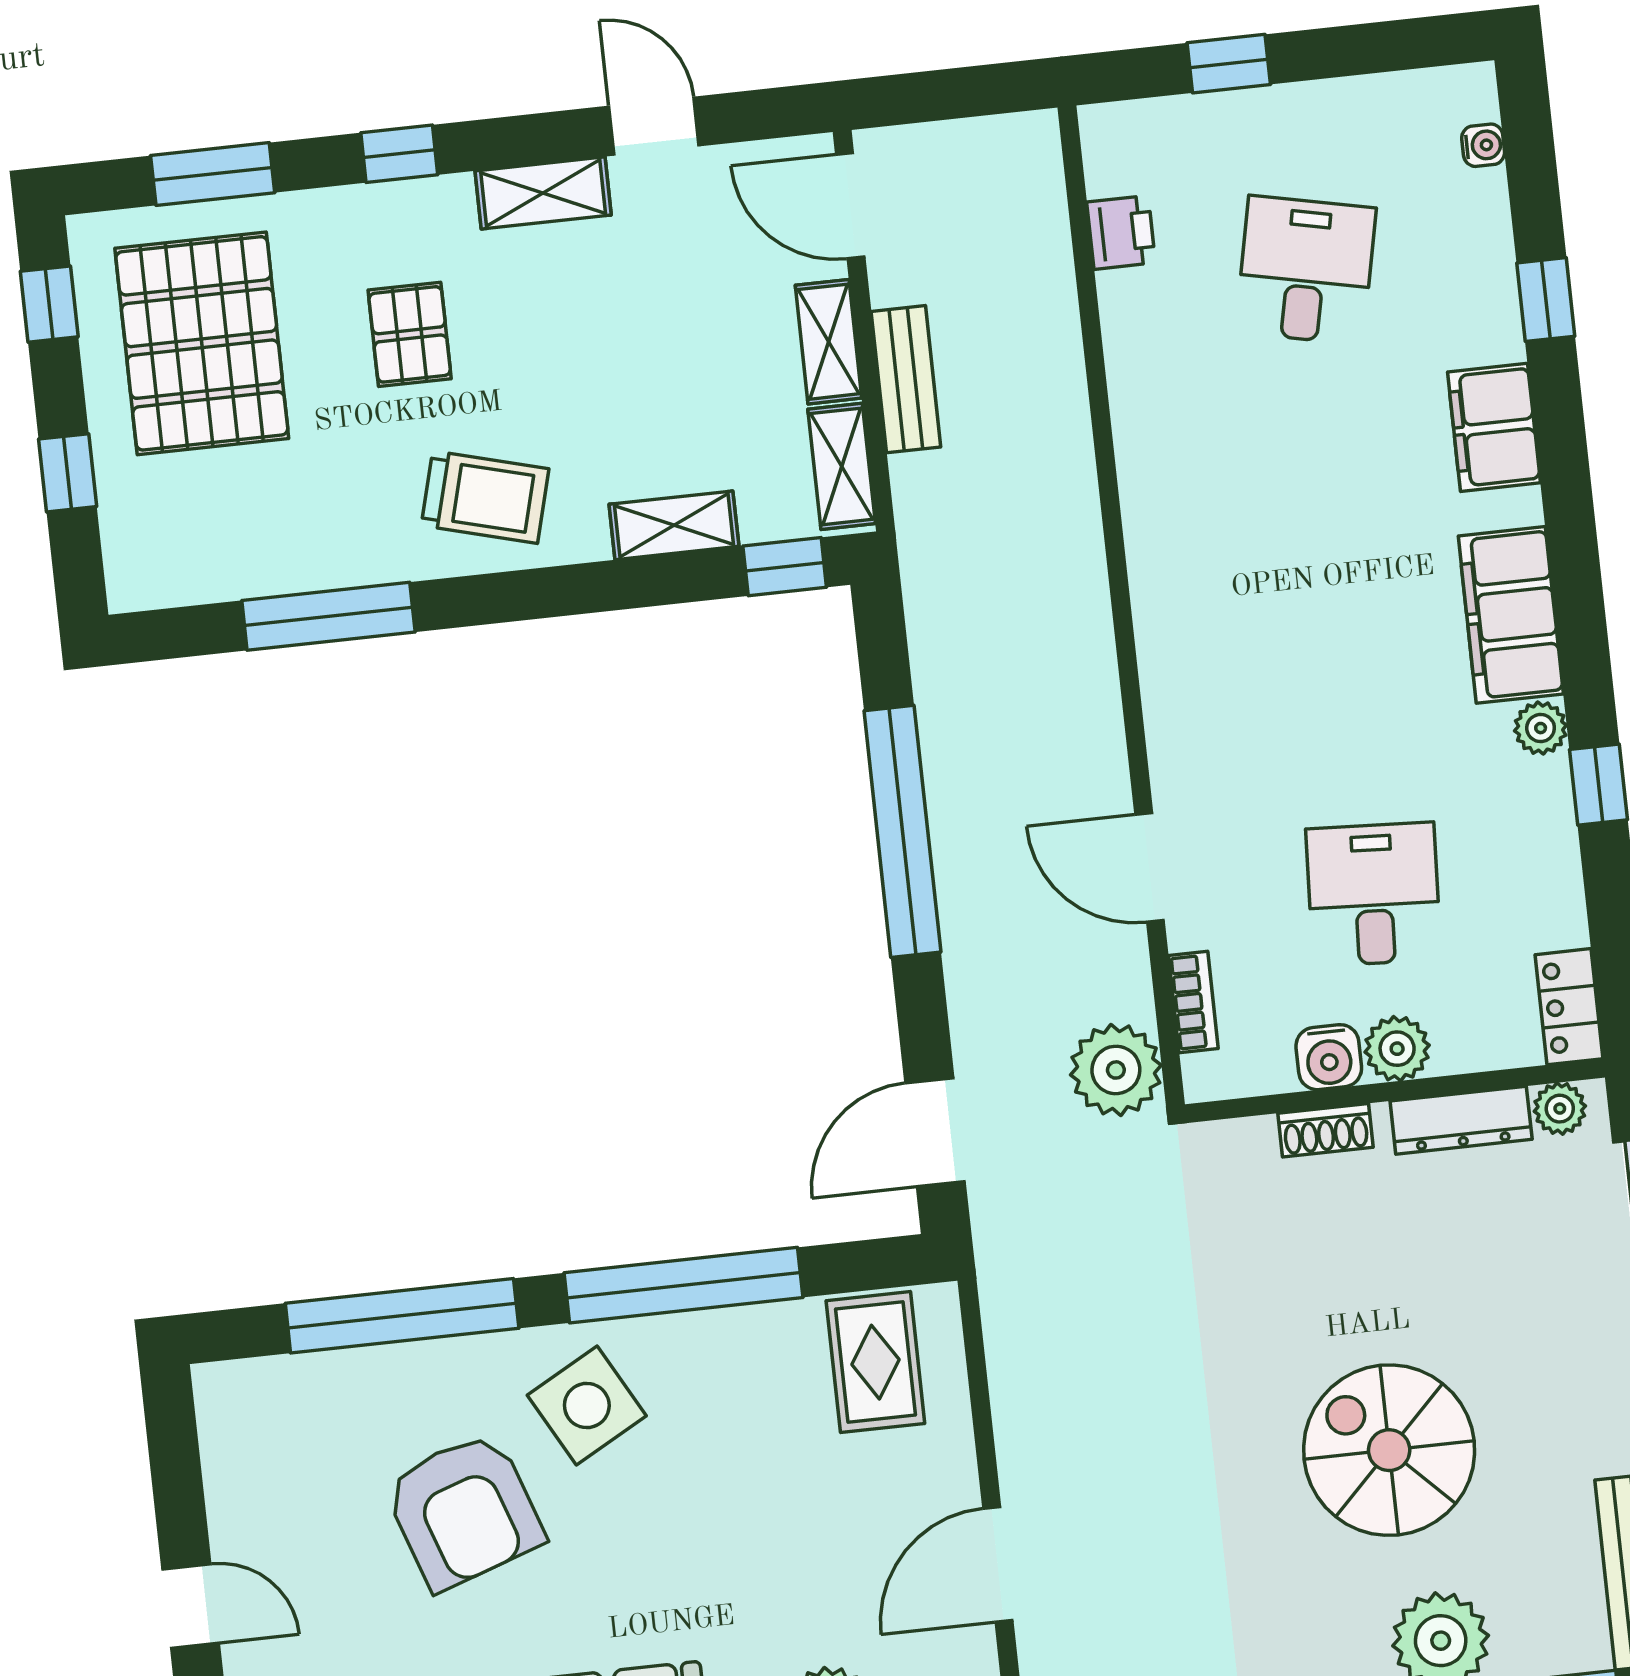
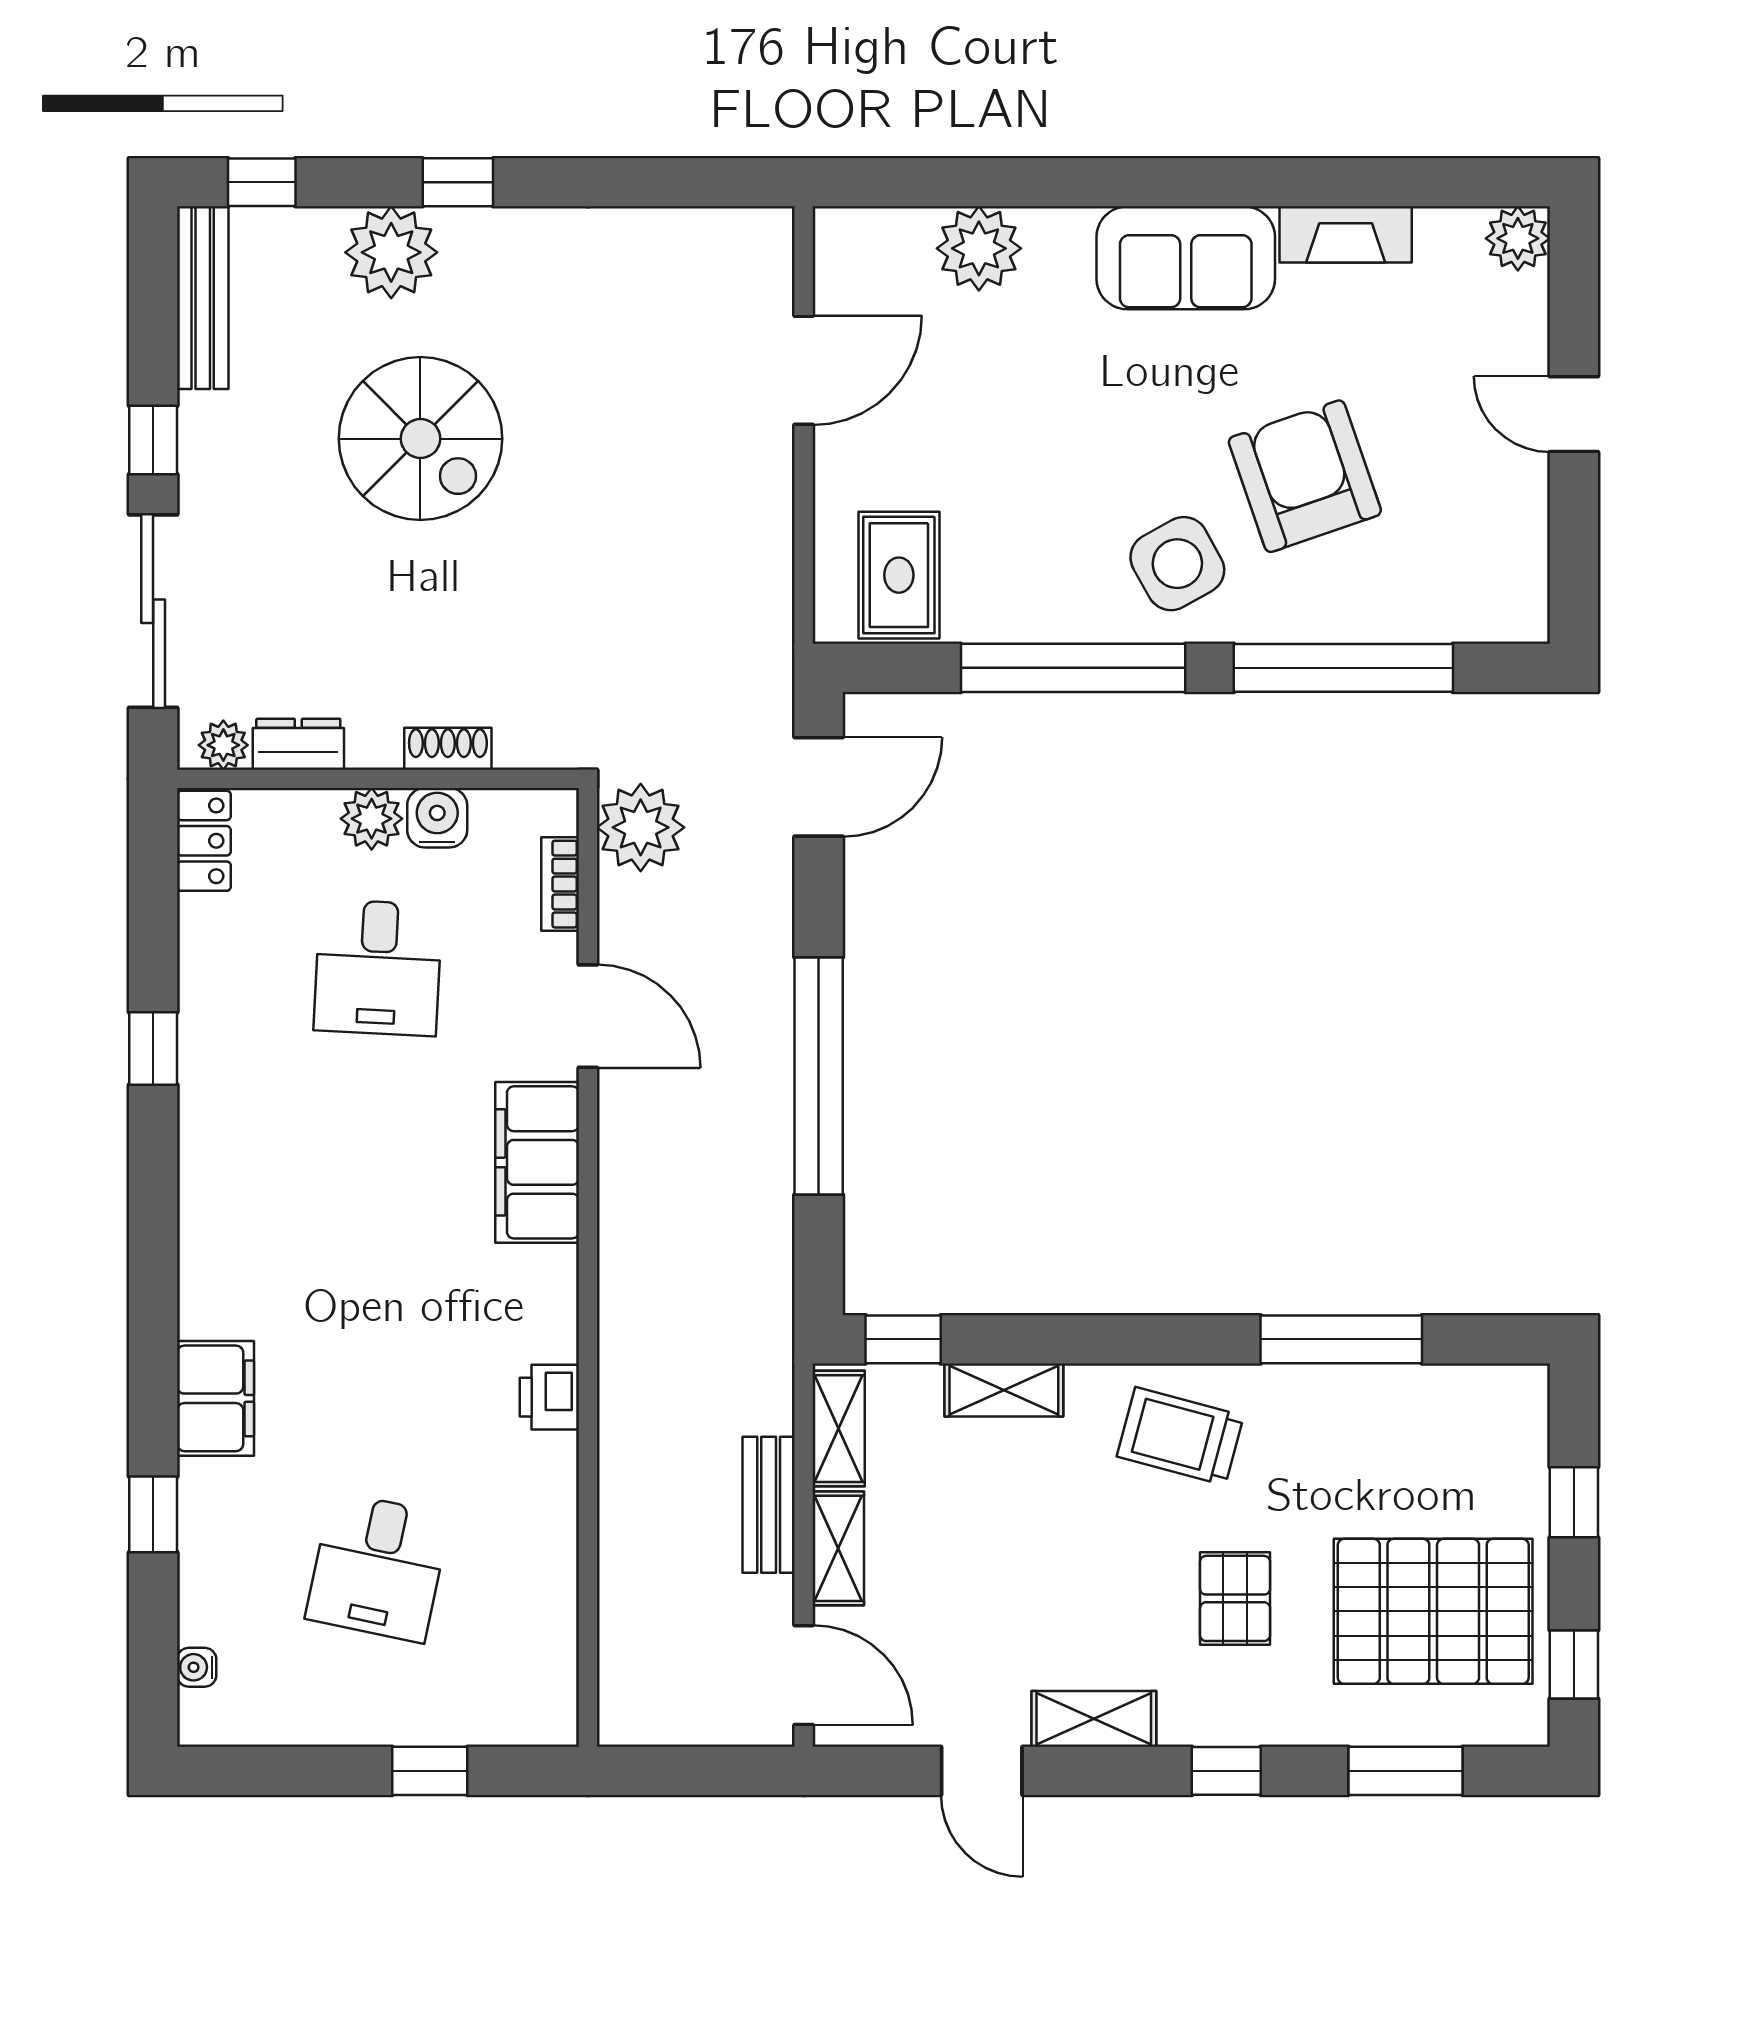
printer: (1121, 232) -> (549, 1397), moved
pallet: (202, 343) -> (1433, 1611), turned 90
filing cabinet: (1511, 615) -> (537, 1162), moved, turned 180
plant: (1541, 728) -> (202, 1108), removed
dresser: (1461, 1120) -> (298, 744), width x0.70

